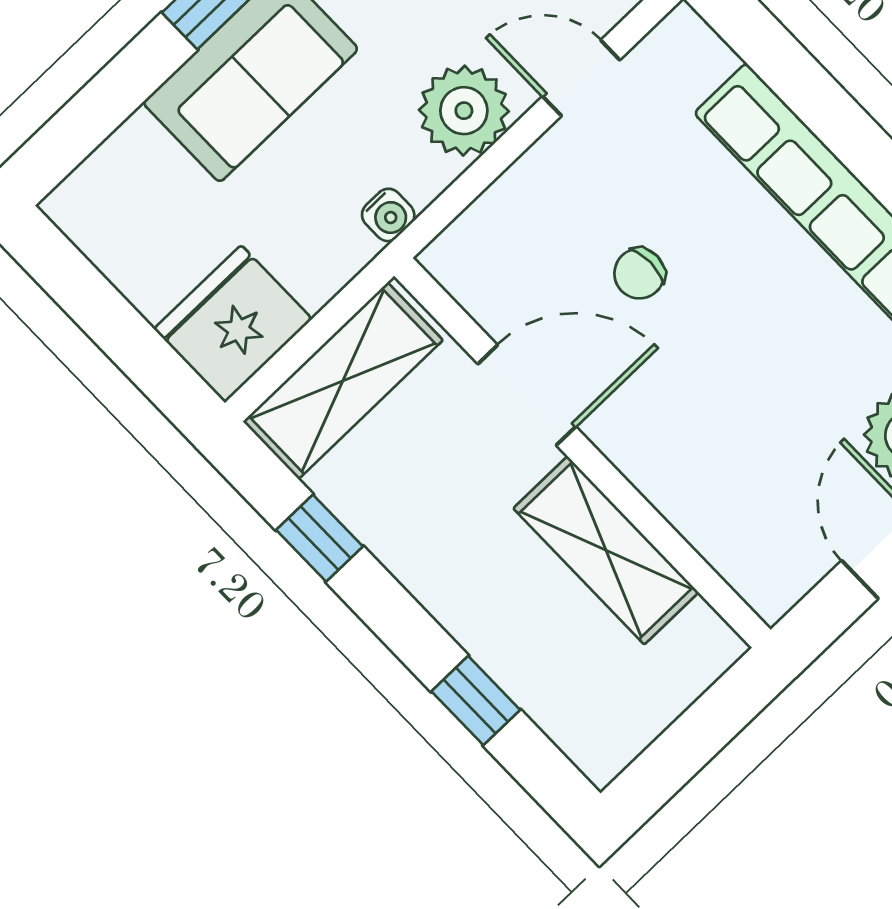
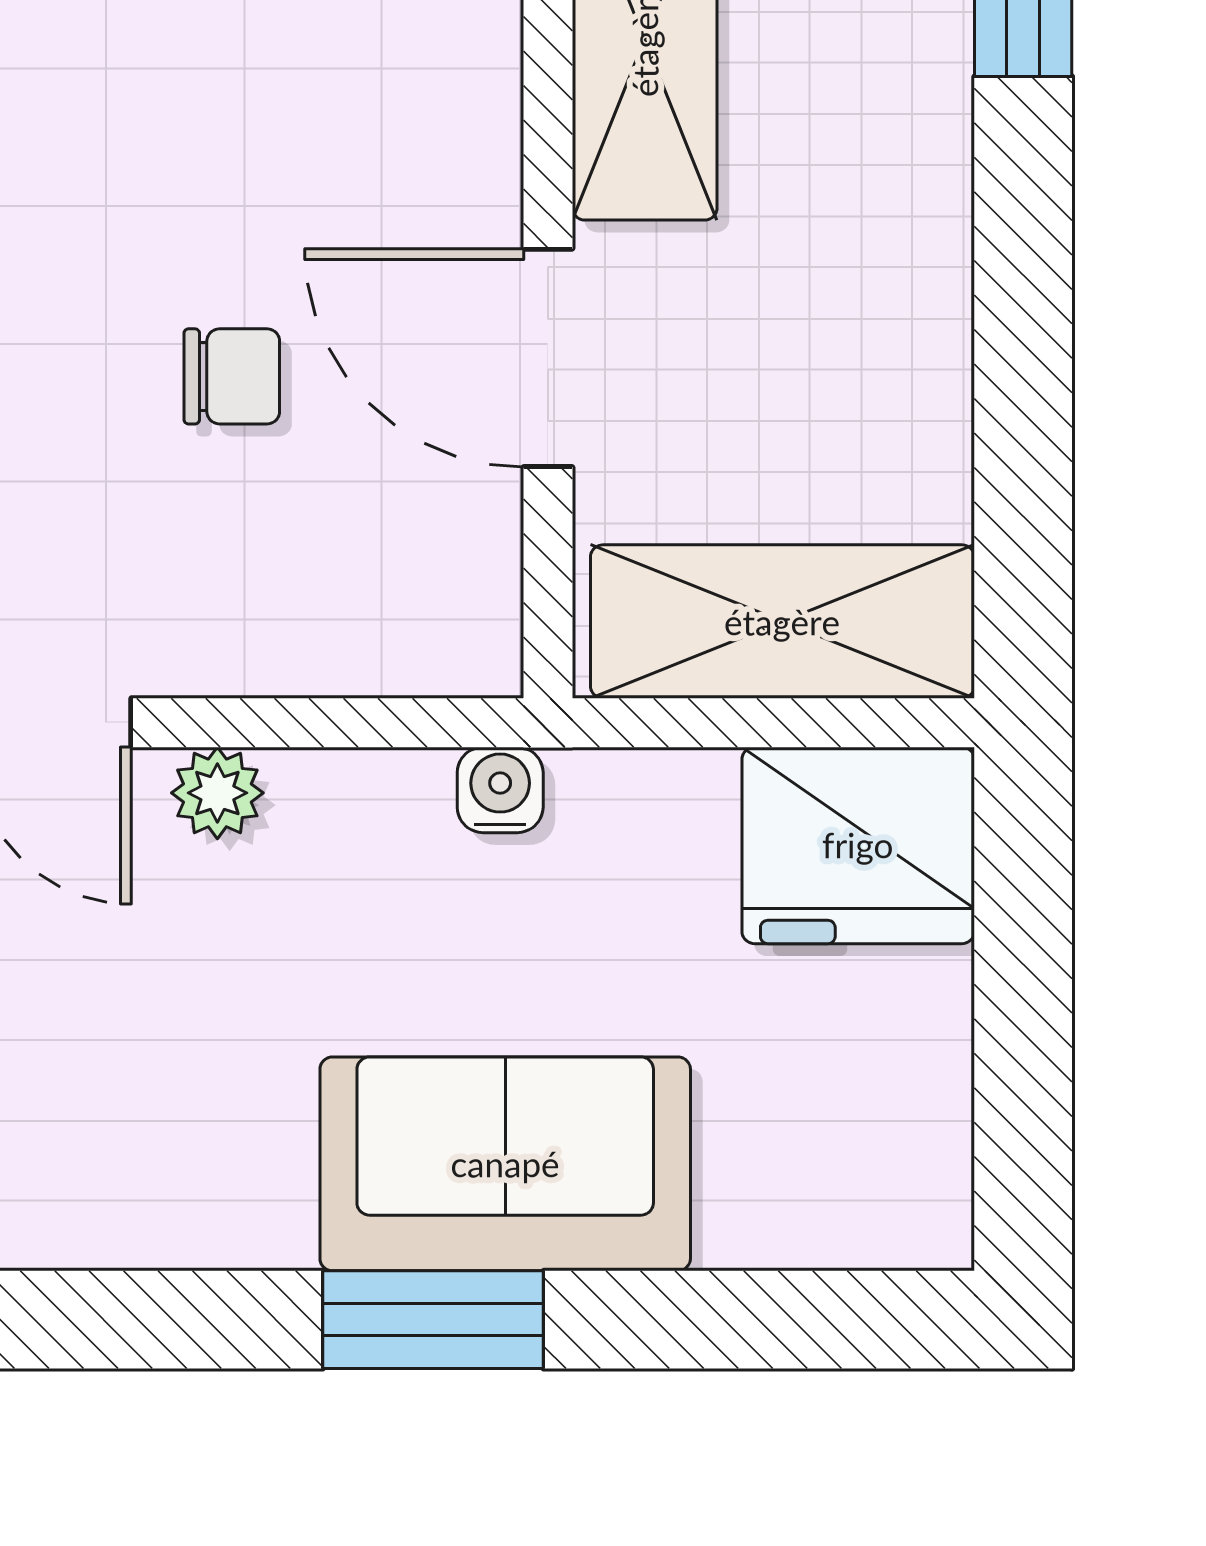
plant: (464, 111) -> (217, 793), width x0.53, depth x0.53
window: (319, 538) -> (1023, 436), removed

